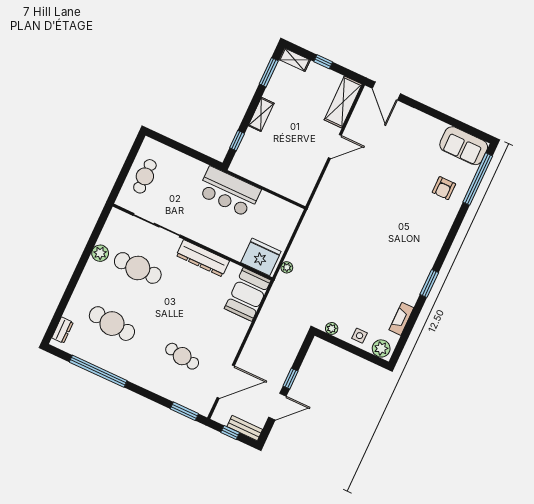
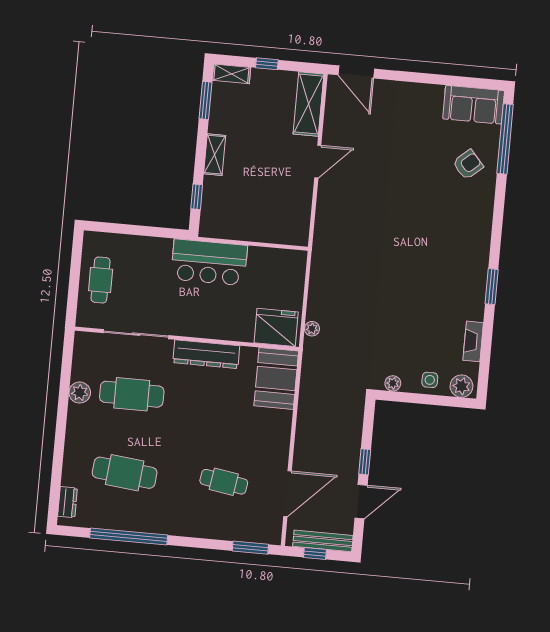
armchair: (444, 188) -> (468, 165), turned -131
bench: (245, 428) -> (323, 541), width x1.36

